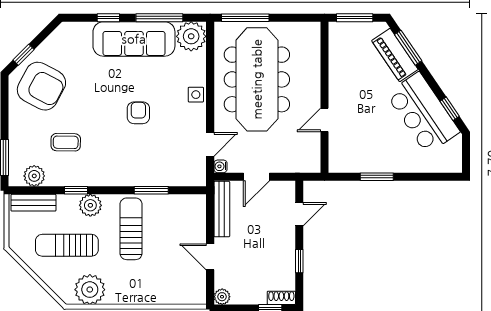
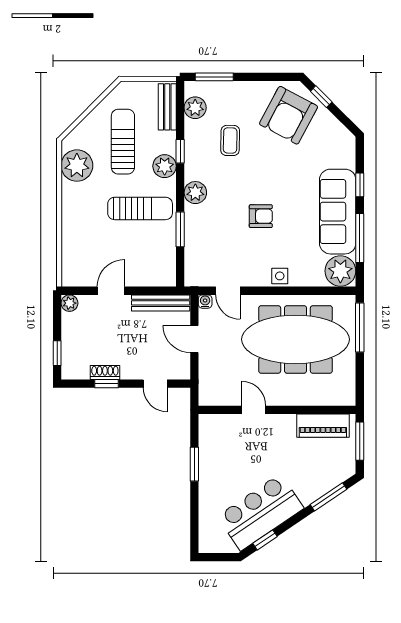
piano: (395, 55) -> (323, 426), moved, turned -146
plant: (116, 176) -> (195, 193), added
shoe rack: (281, 298) -> (105, 372), moved, turned -90

